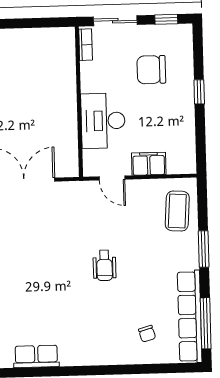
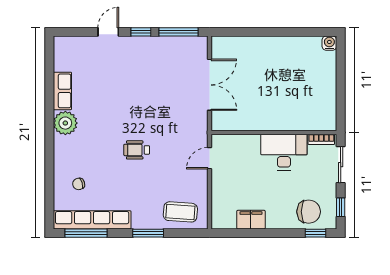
chair: (151, 70) -> (309, 212), moved, turned 90
window: (199, 92) -> (316, 233), moved
desk: (103, 121) -> (284, 152), moved
filing cabinet: (149, 164) -> (251, 220), moved, turned -90
plant: (75, 352) -> (65, 123), added

